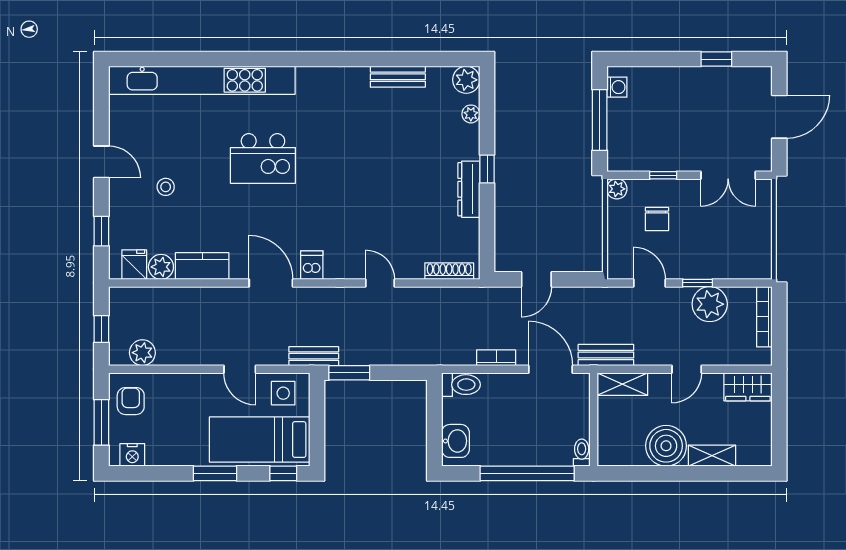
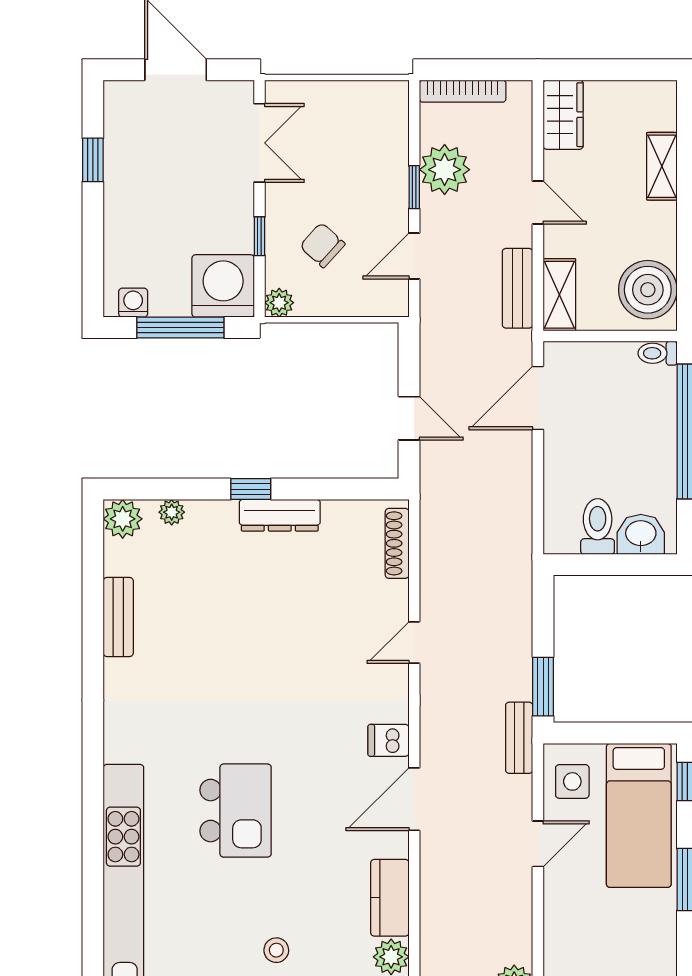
washing machine: (629, 150) -> (223, 286), added
chair: (657, 219) -> (322, 245), turned -138
bench: (606, 355) -> (518, 288), moved
bookcase: (496, 358) -> (522, 476), removed
toilet: (461, 385) -> (598, 526), moved
boiler: (666, 446) -> (648, 290), moved

